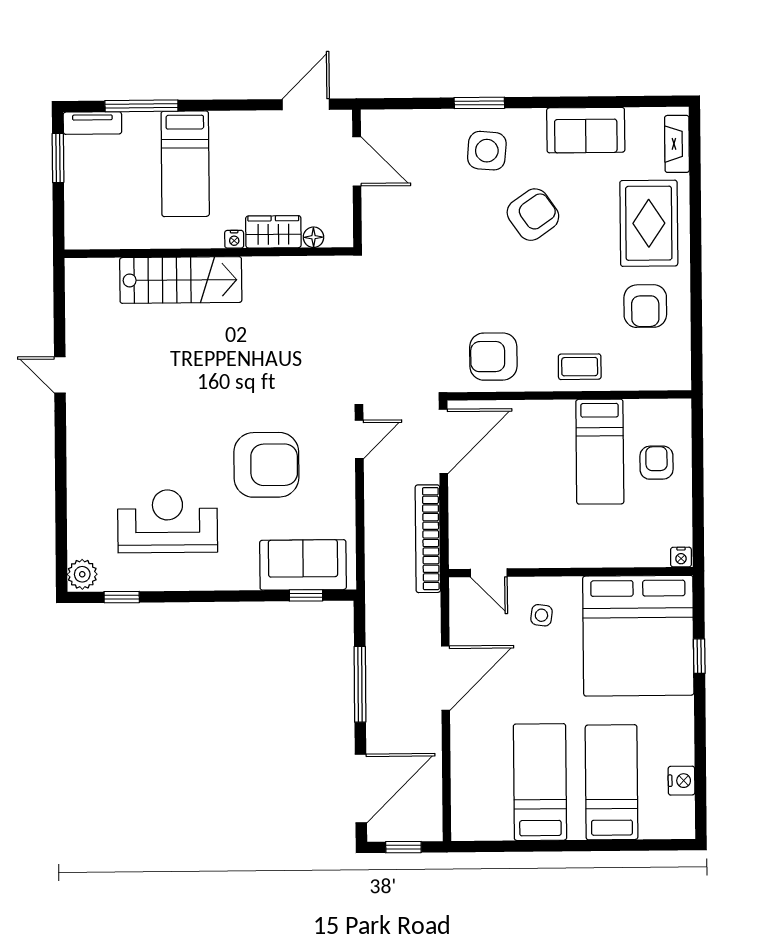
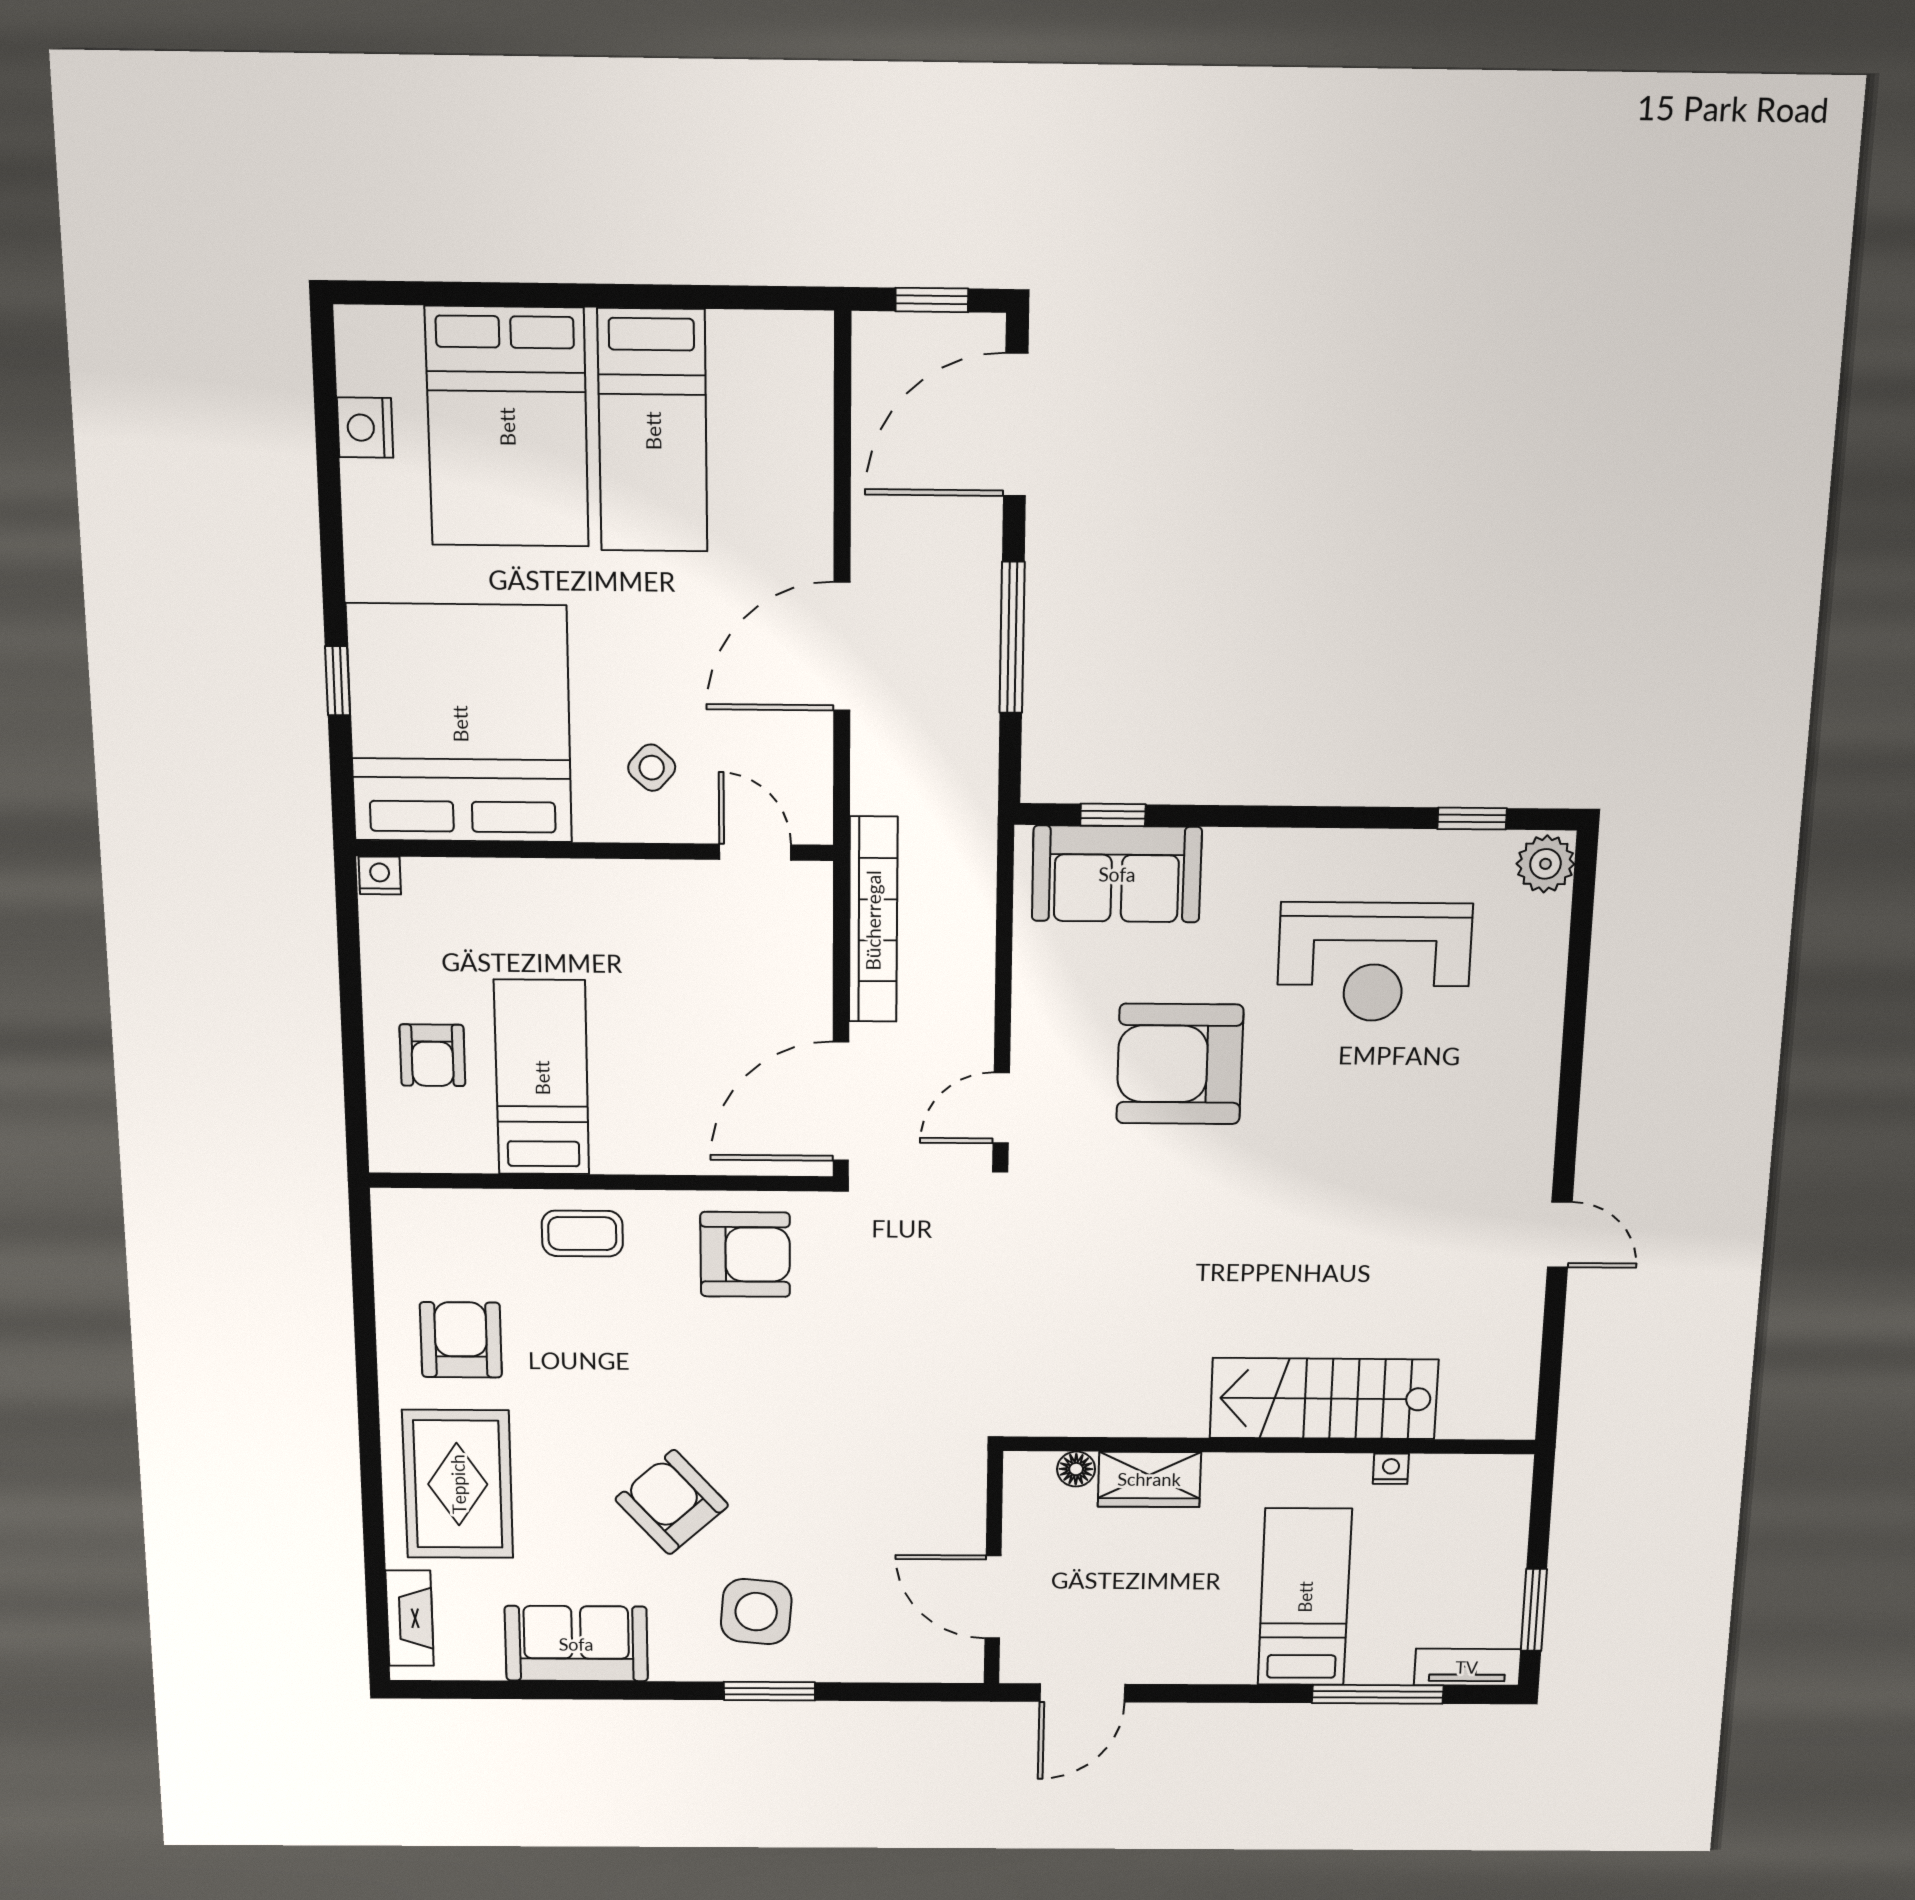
armchair: (533, 215) -> (672, 1502), turned 83
nightstand: (234, 239) -> (1391, 1469), moved
side table: (541, 615) -> (652, 768), turned 34
bed: (612, 782) -> (507, 427), width x1.50

